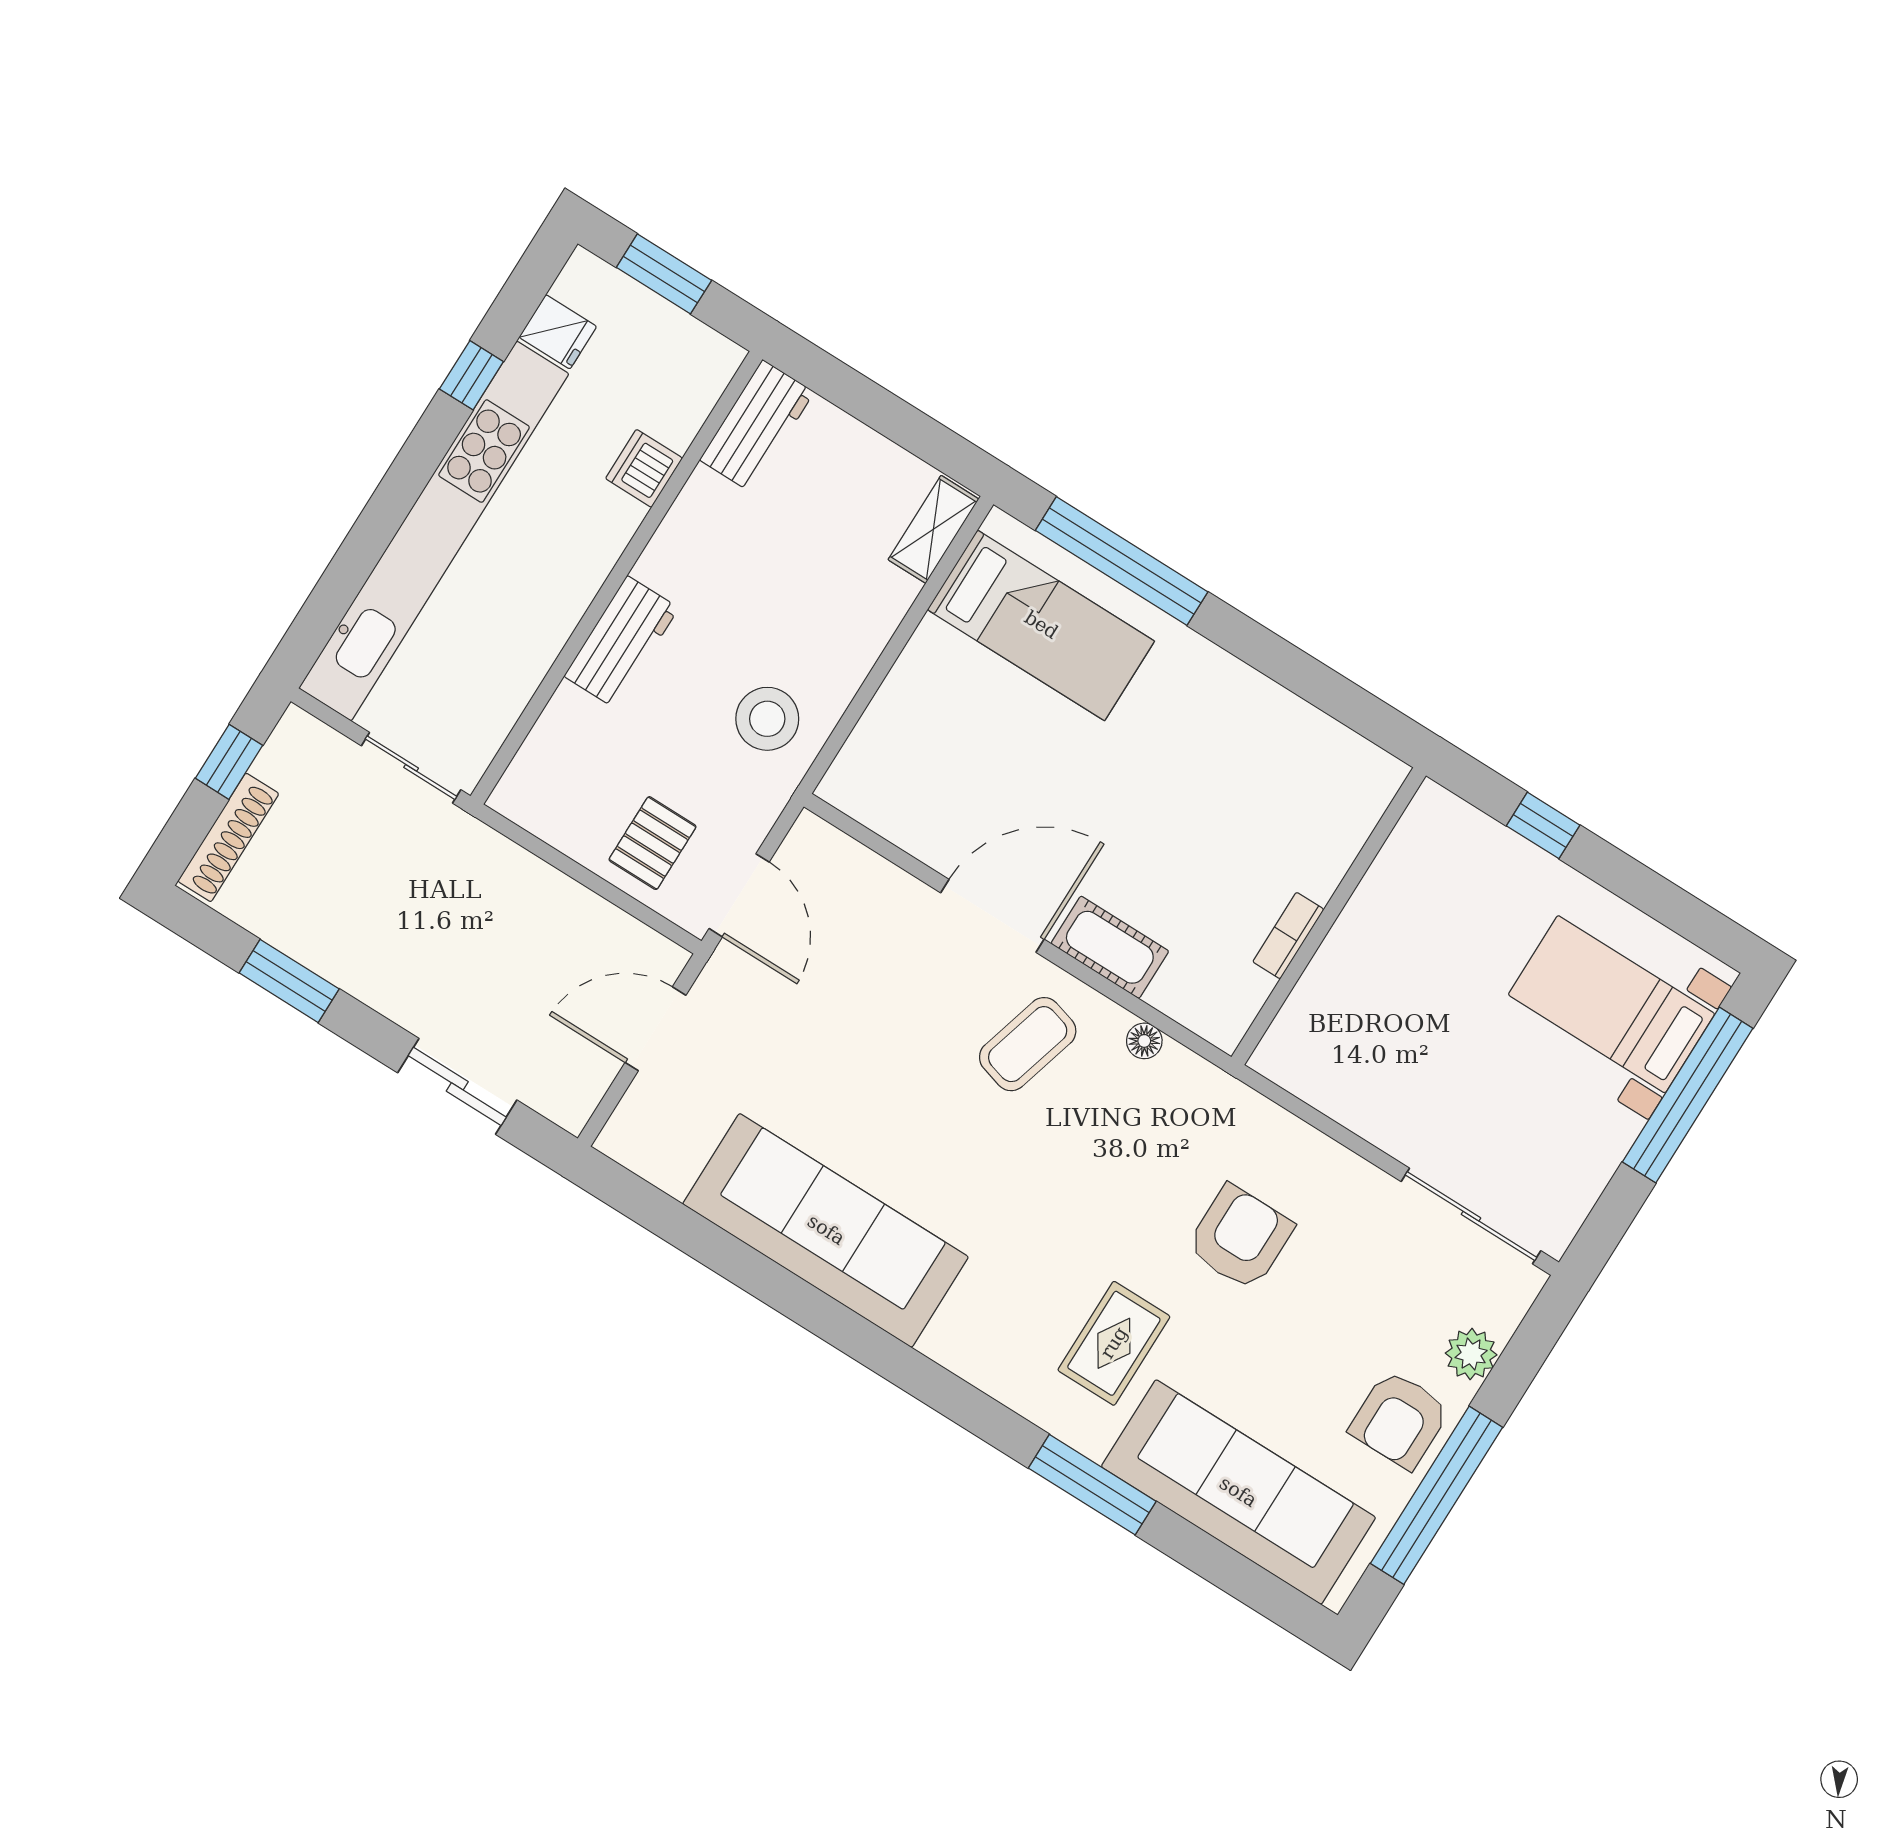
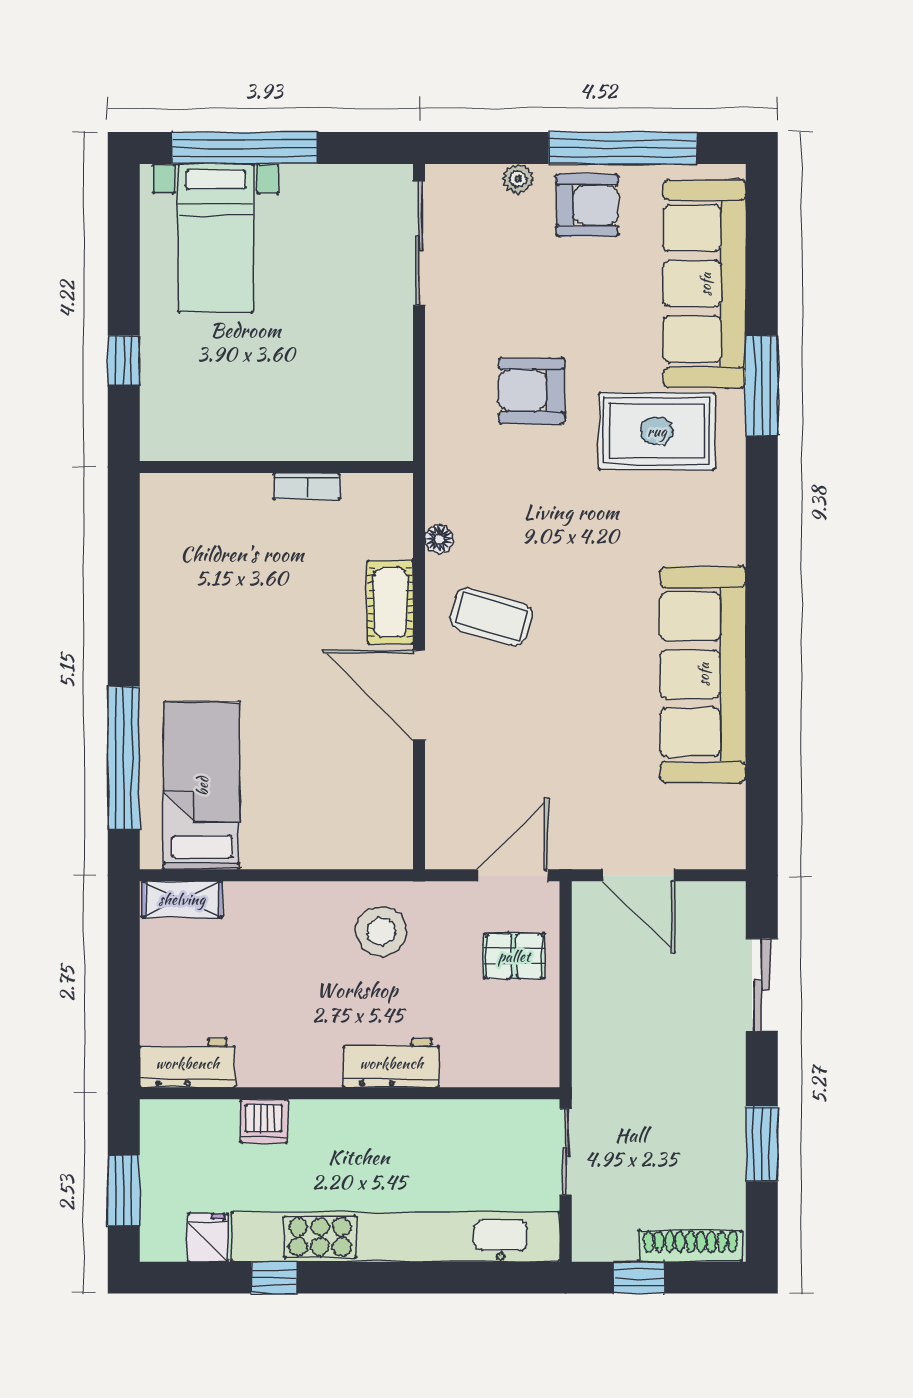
rug: (1114, 1343) -> (657, 431), width x1.36, depth x1.43
plant: (1471, 1354) -> (518, 179), width x0.73, depth x0.73

